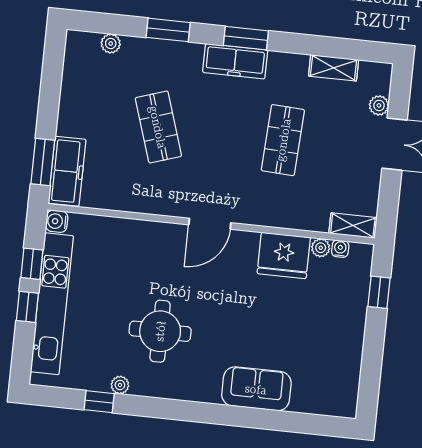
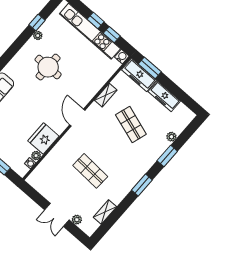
plant: (111, 43) -> (171, 137), moved
freezer: (235, 61) -> (164, 96), moved, turned -90
shop shelf: (158, 127) -> (131, 124), turned 36
shelving: (353, 225) -> (106, 95), moved

